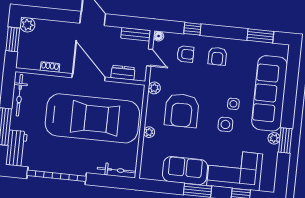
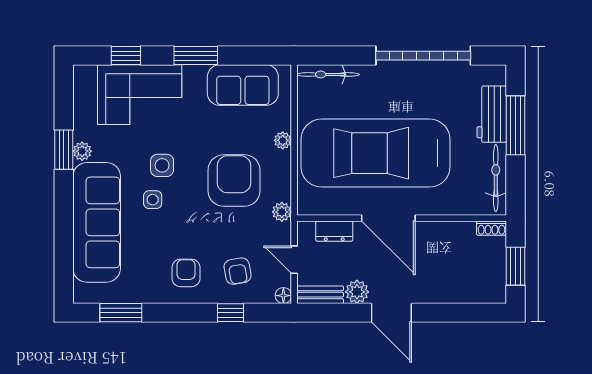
plant: (27, 25) -> (357, 292), moved
armchair: (185, 54) -> (238, 271), turned -100
shoe rack: (50, 67) -> (491, 228), moved
workbench: (16, 148) -> (492, 114), moved
sofa: (185, 171) -> (243, 85), moved

